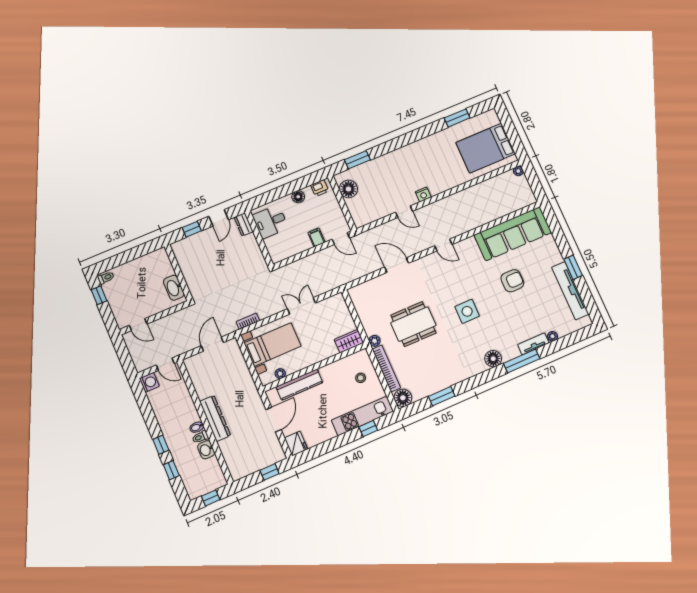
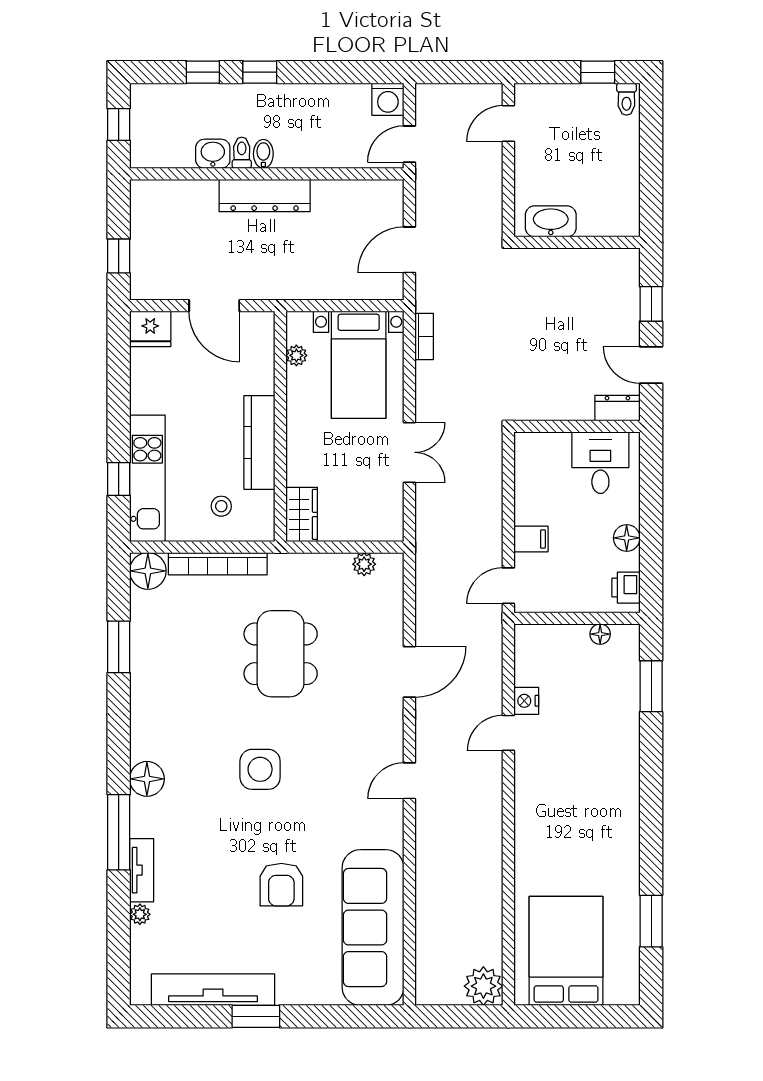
plant: (518, 171) -> (483, 986), width x1.88, depth x1.88
floor lamp: (348, 189) -> (600, 634), width x0.53, depth x0.53
nightstand: (423, 195) -> (526, 701), moved
plant: (374, 341) -> (364, 564), moved
door: (212, 344) -> (409, 250), swing flipped
kitchen counter: (299, 385) -> (259, 443), moved

